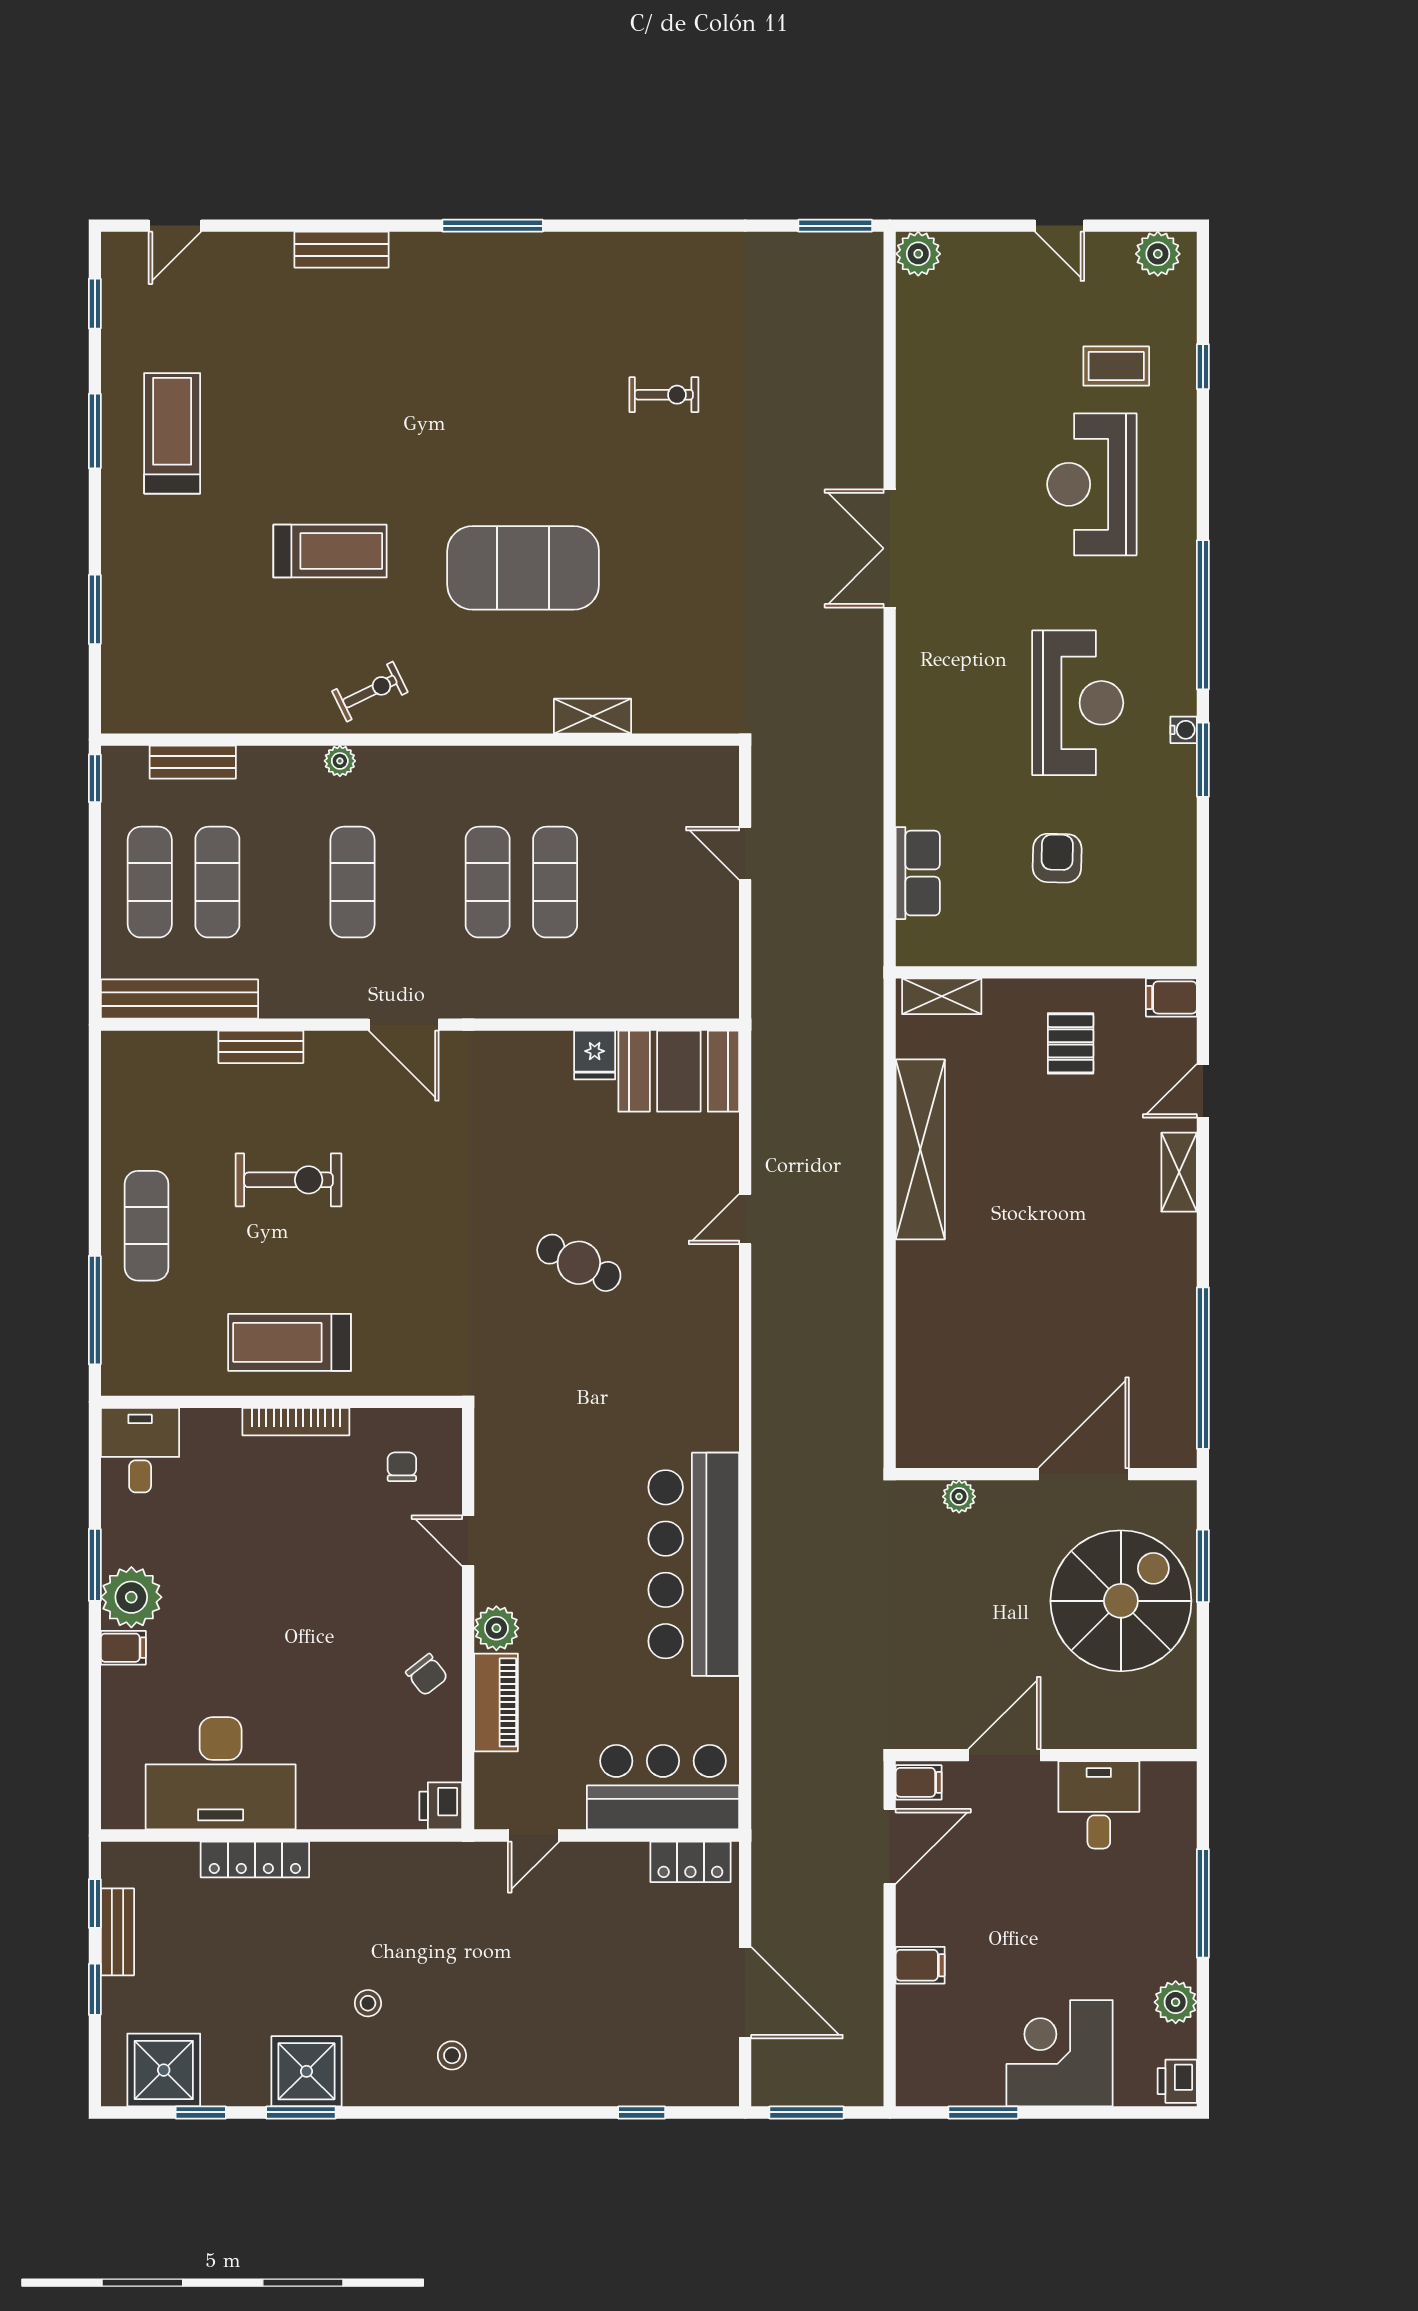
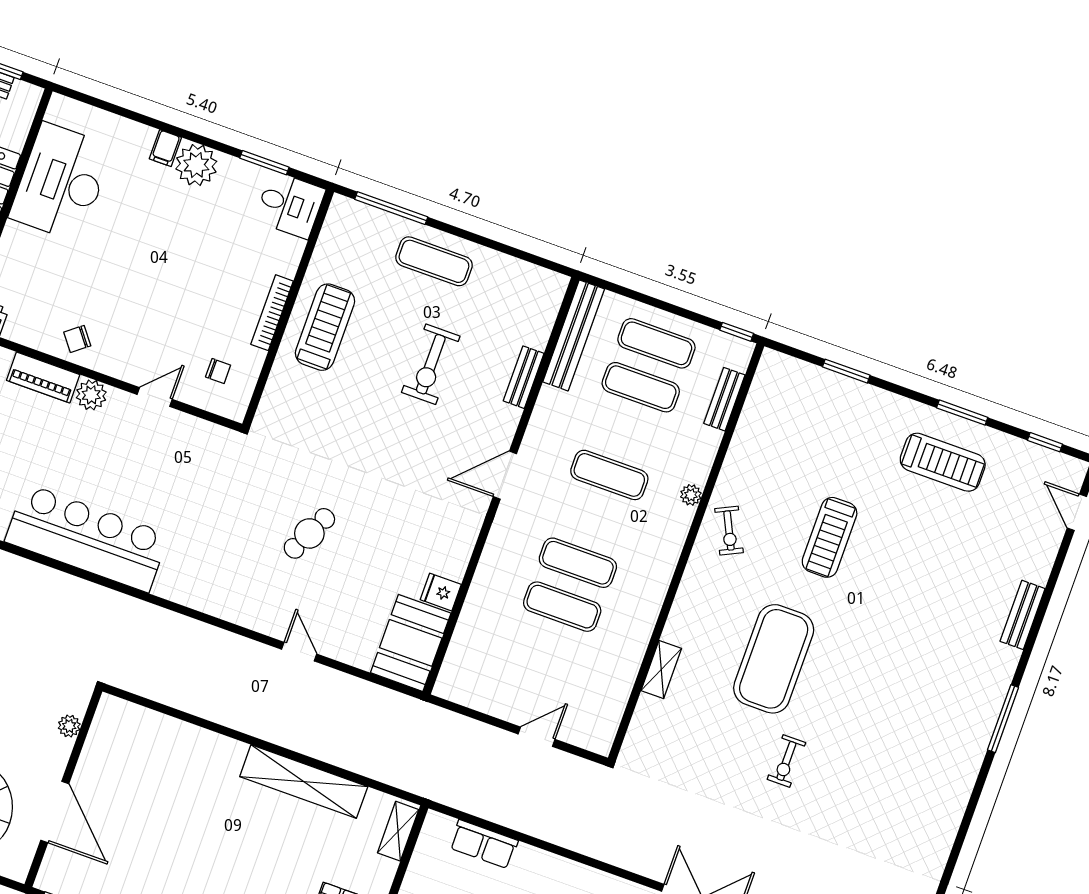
exercise bike: (664, 395) -> (786, 761), moved
window: (95, 1565) -> (264, 163), moved

